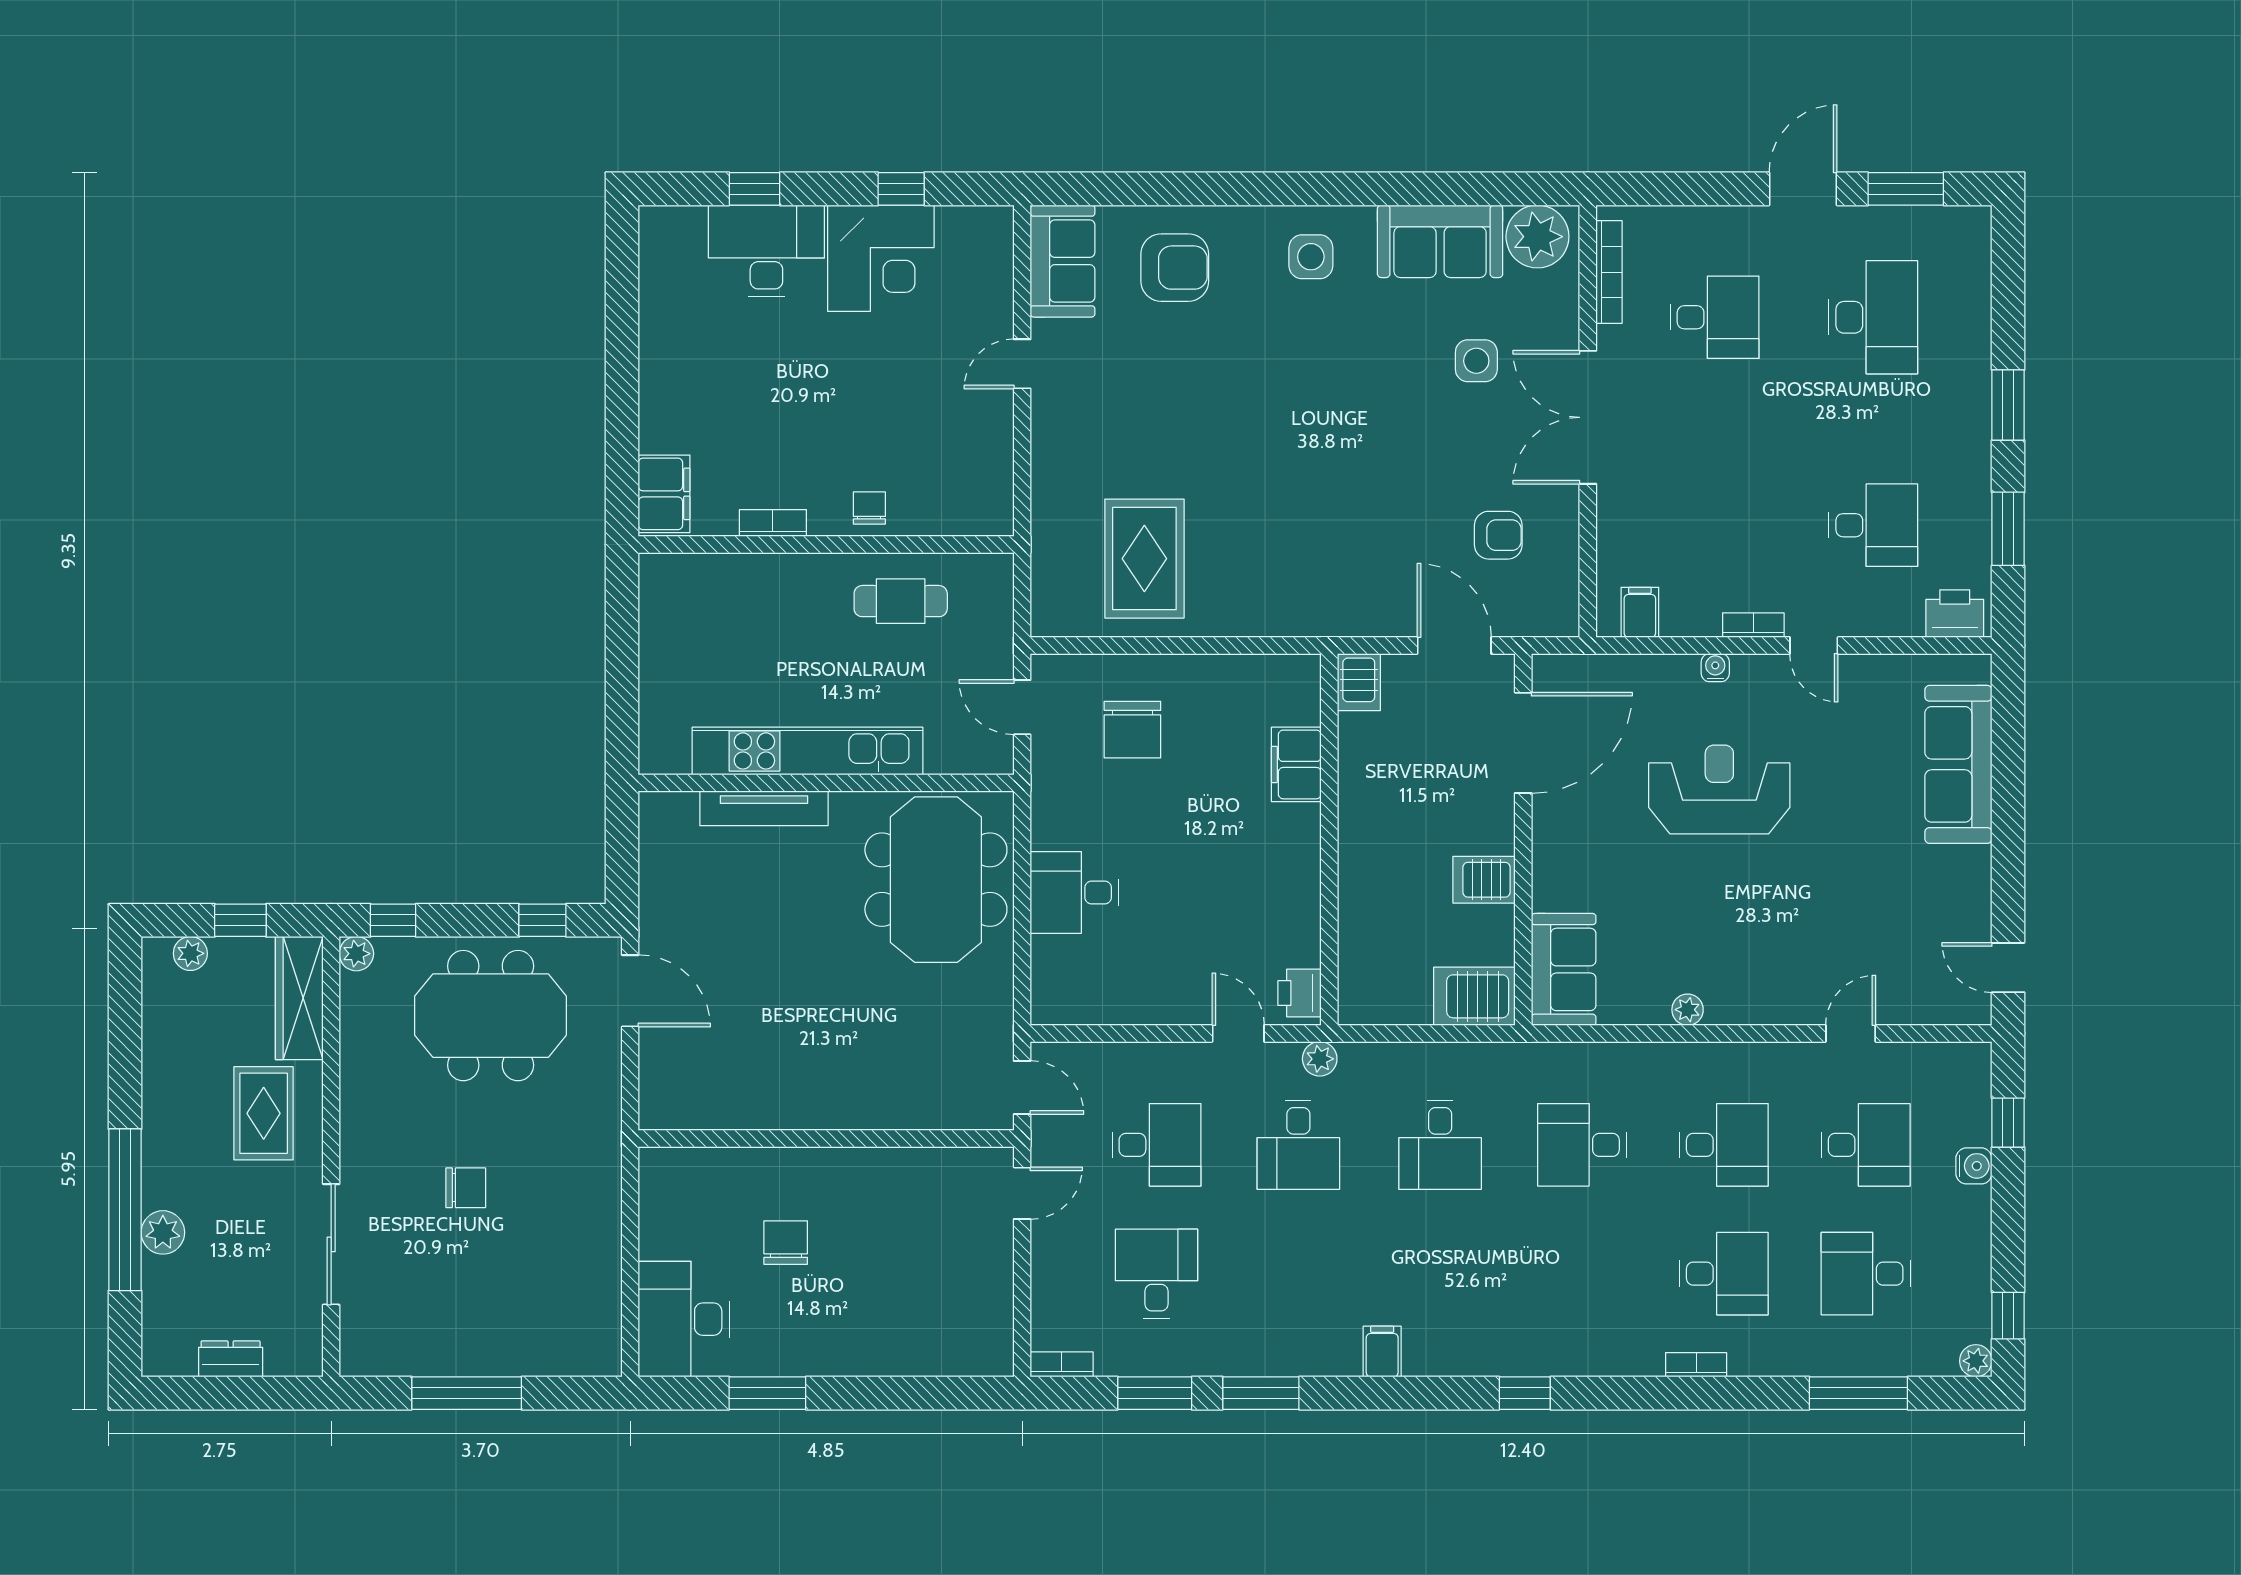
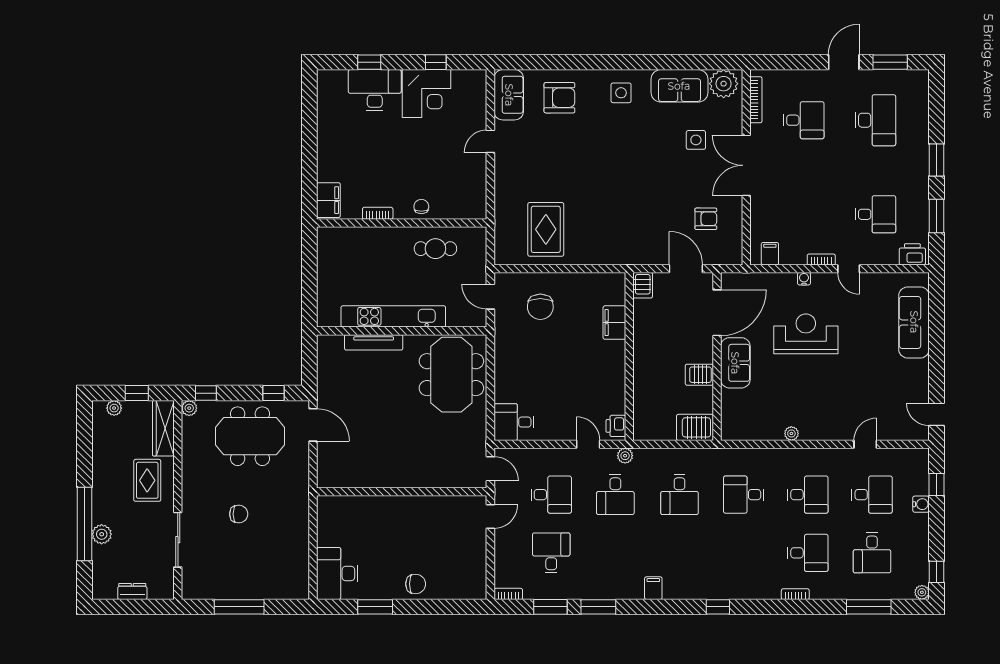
desk: (1074, 892) -> (514, 422), moved
sofa: (1564, 969) -> (735, 363), moved
chair: (786, 1243) -> (416, 584), moved, turned 90
desk: (1866, 1274) -> (872, 553), turned -90

